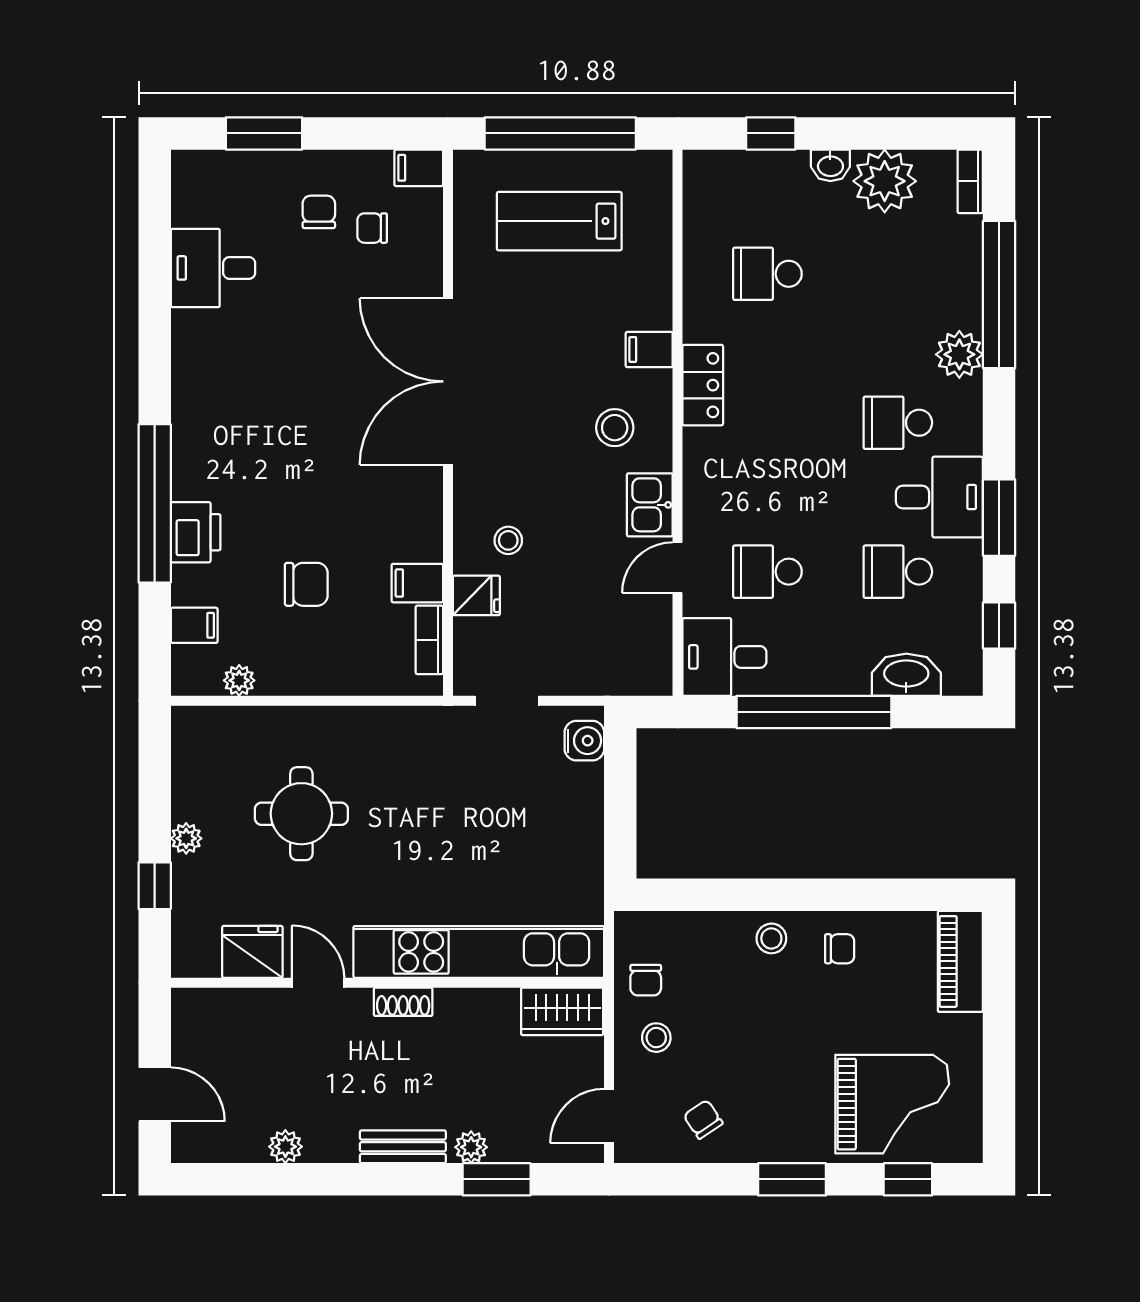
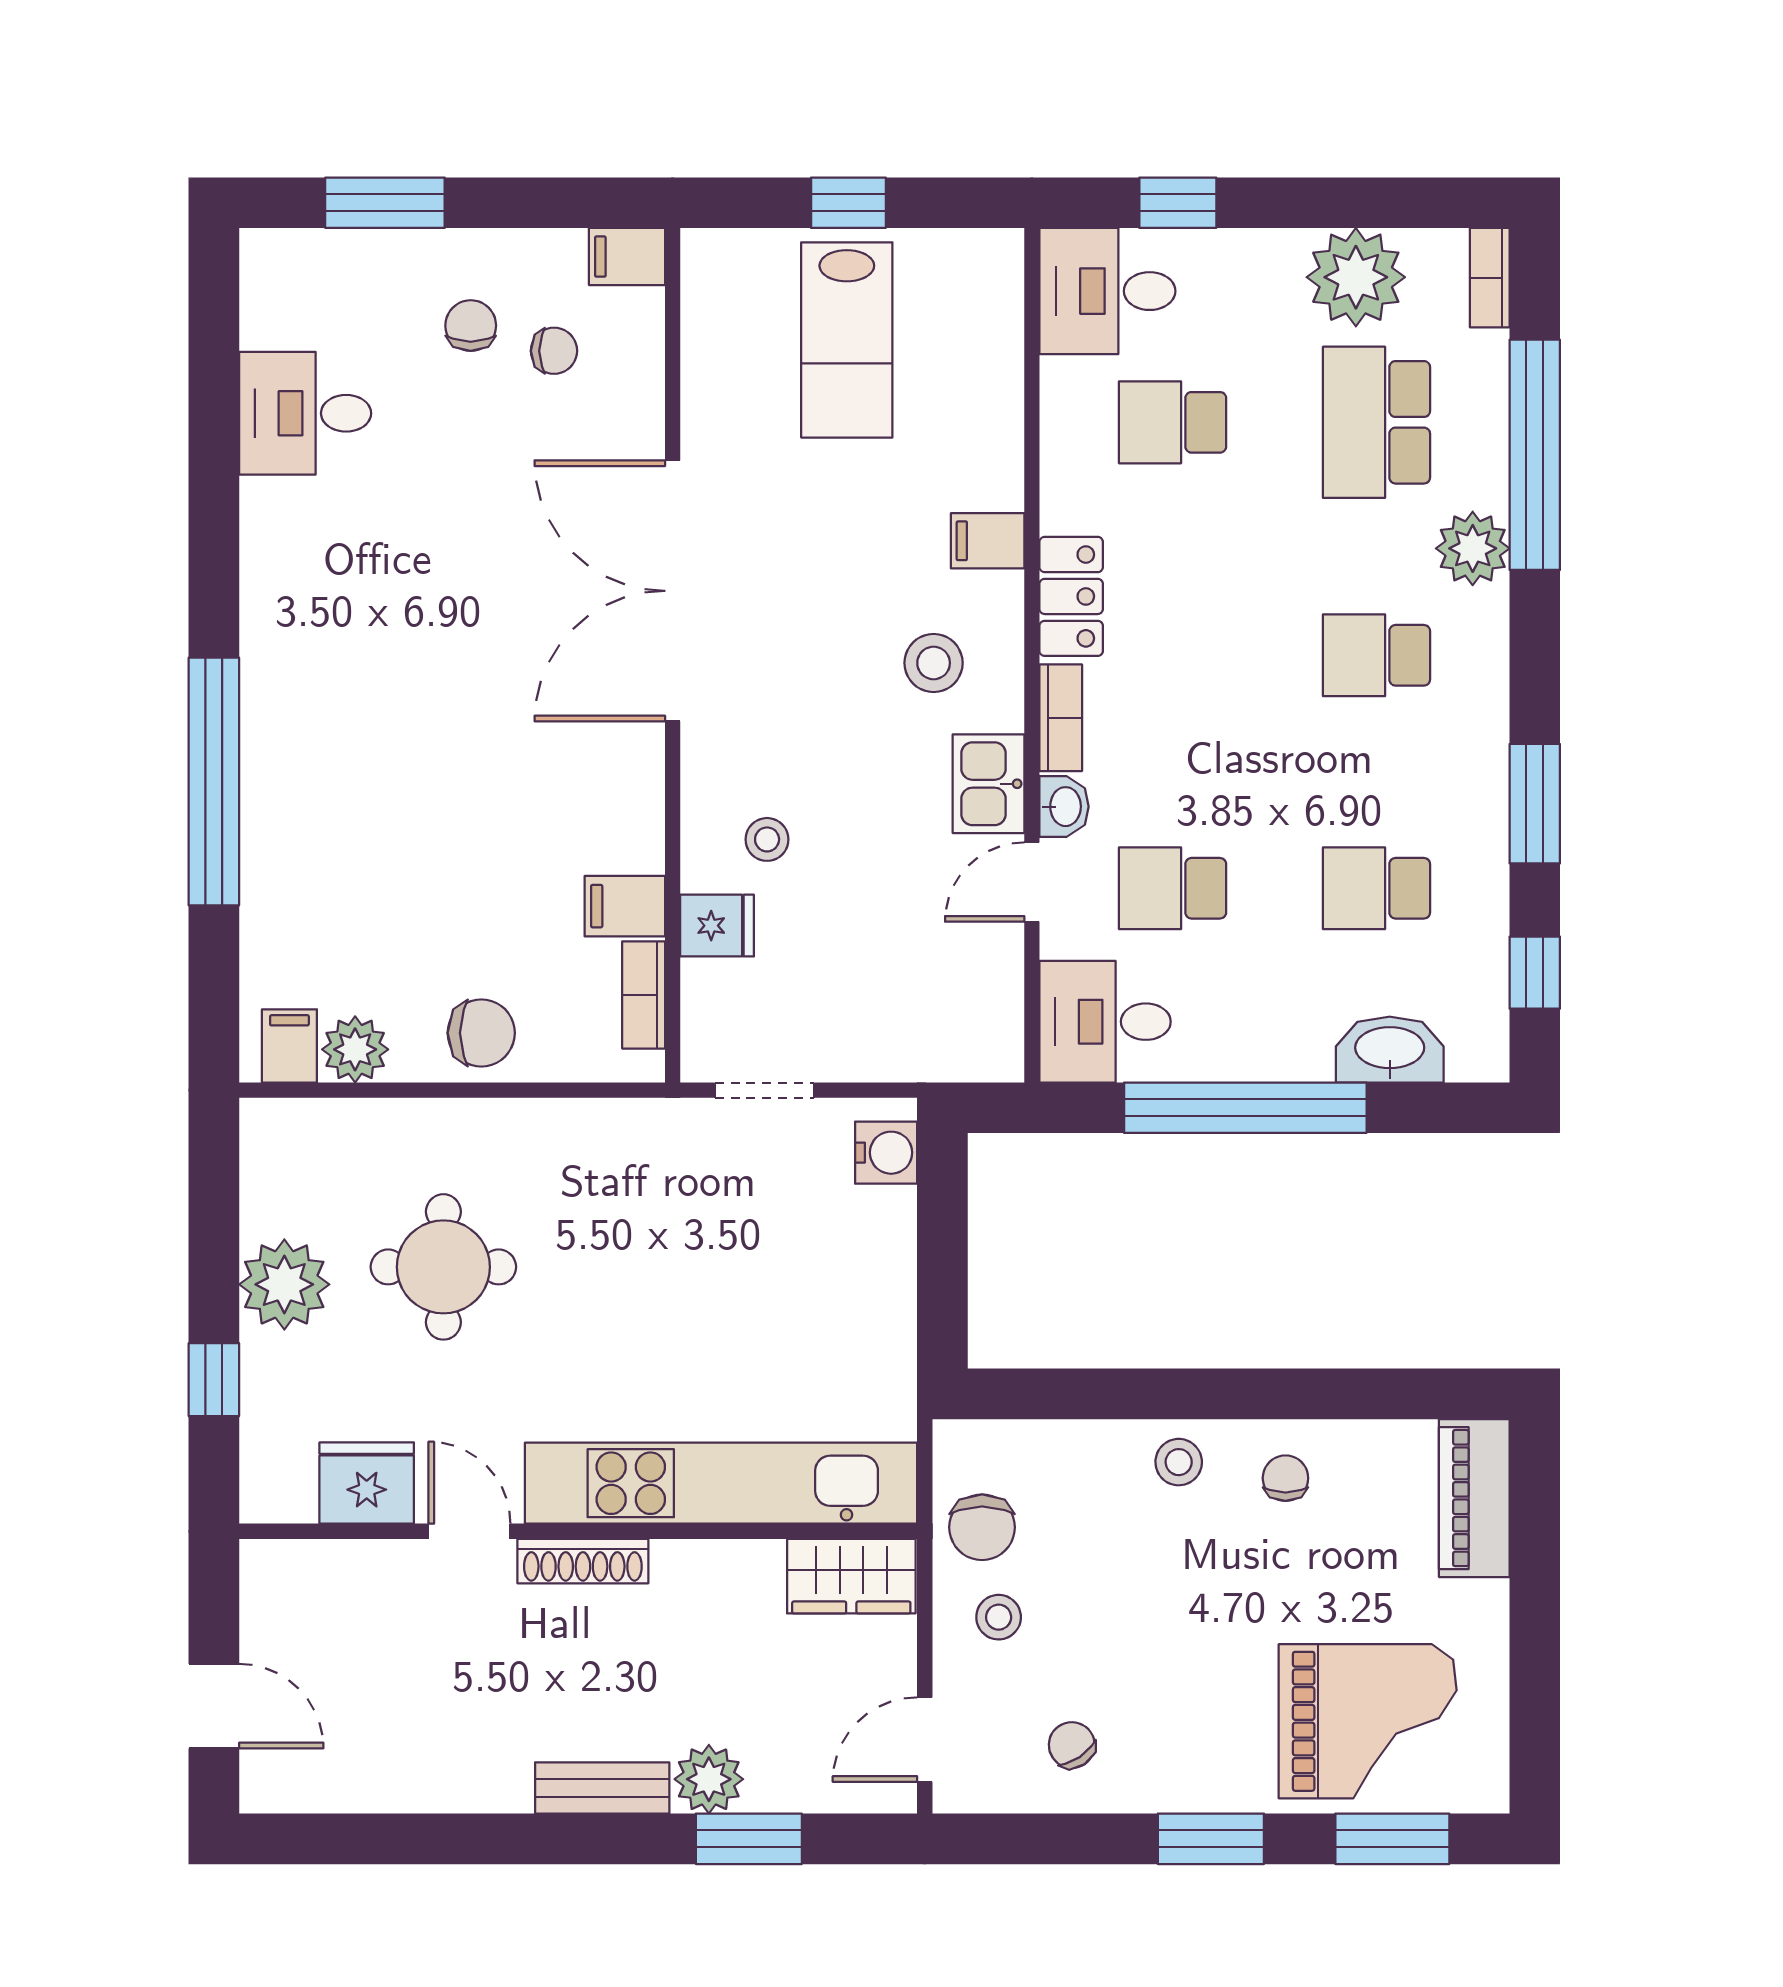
window: (560, 133) -> (848, 203), width x0.32
washbasin: (830, 165) -> (1064, 807), moved, turned -90
lab bench: (559, 221) -> (847, 340), turned -90
chair: (372, 228) -> (554, 351), turned 180
school desk: (898, 274) -> (1377, 422), added
bookcase: (696, 463) -> (1061, 718), added
desk: (939, 497) -> (1107, 291), moved, turned 180
printer: (196, 532) -> (278, 827), removed
chair: (306, 584) -> (481, 1033), moved
filing cabinet: (194, 625) -> (289, 1046), moved, turned -90
plant: (239, 680) -> (355, 1049), width x1.38, depth x1.38
plant: (186, 838) -> (284, 1284), width x1.87, depth x1.87
chair: (840, 949) -> (1285, 1478), turned -90
chair: (646, 980) -> (982, 1527), width x1.37, depth x1.37
shoe rack: (403, 1002) -> (583, 1561), width x1.43
plant: (285, 1147) -> (419, 1788), removed
plant: (471, 1147) -> (709, 1779), width x1.38, depth x1.38
window: (908, 1179) -> (1392, 1839), width x1.50

